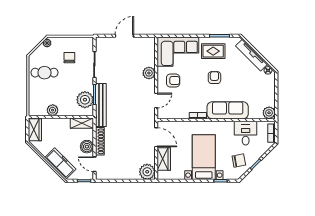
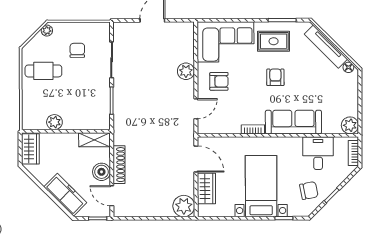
plant: (85, 100) -> (99, 108), removed
bench: (101, 105) -> (120, 115), removed

